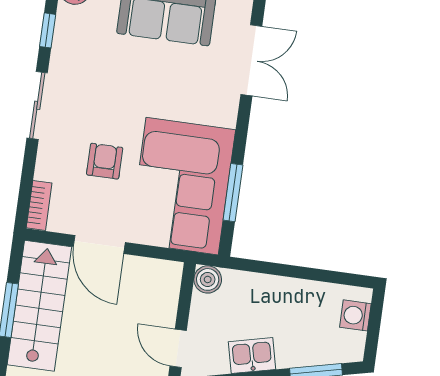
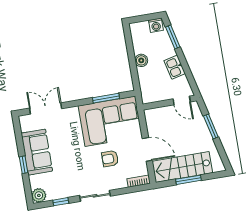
door: (99, 245) -> (147, 149), hinge flipped
boiler: (208, 279) -> (141, 60), moved
washing machine: (355, 315) -> (156, 25), moved
door: (178, 348) -> (182, 100), hinge flipped

